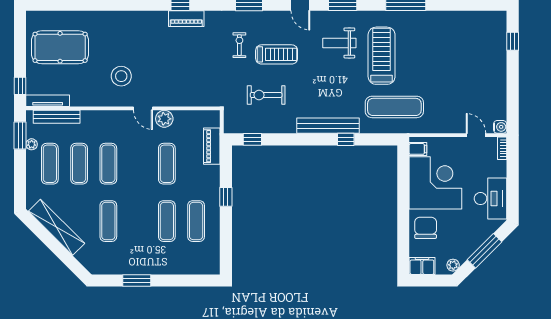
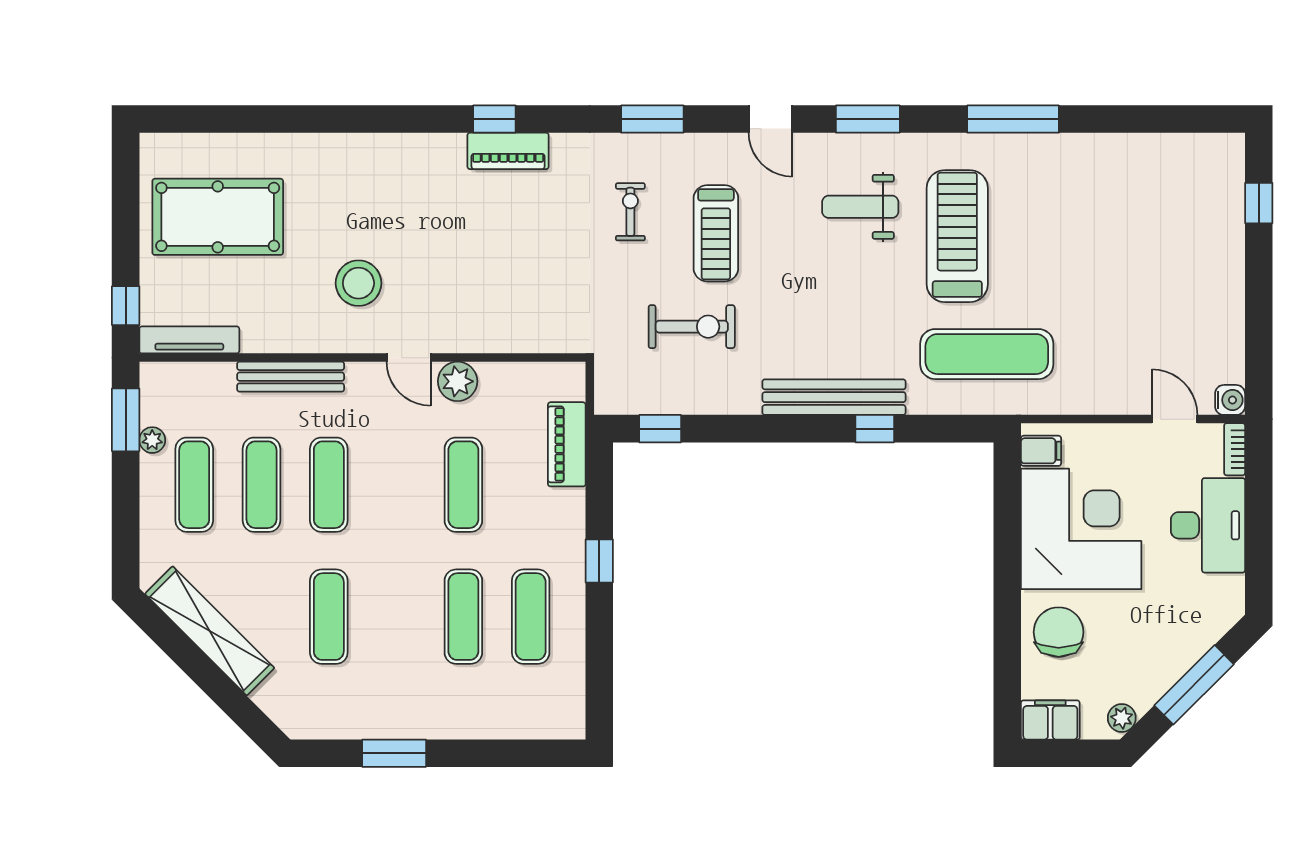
treadmill: (277, 54) -> (716, 233), turned 90
exercise bike: (266, 95) -> (692, 327), turned 180
bench: (57, 117) -> (291, 377), moved
desk: (490, 199) -> (1208, 525), moved

